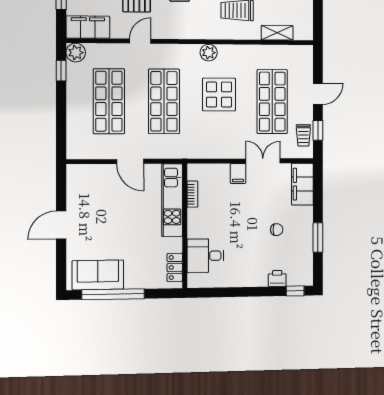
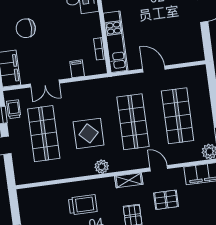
shelving: (277, 33) -> (129, 180), moved
door: (140, 41) -> (159, 168), swing flipped
filing cabinet: (238, 173) -> (77, 69), moved
chair: (277, 230) -> (26, 28), width x1.87, depth x1.87

